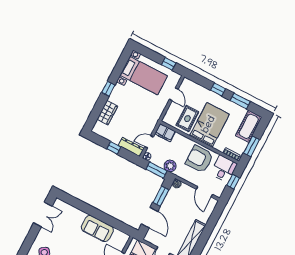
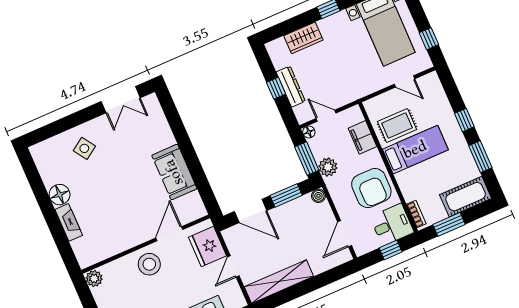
door: (174, 94) -> (404, 81), hinge flipped
bed: (209, 125) -> (415, 150), width x0.67
filing cabinet: (165, 133) -> (362, 137), moved
dresser: (131, 147) -> (291, 87), moved
armchair: (199, 159) -> (371, 188), turned 180
door: (150, 218) -> (251, 211), hinge flipped

